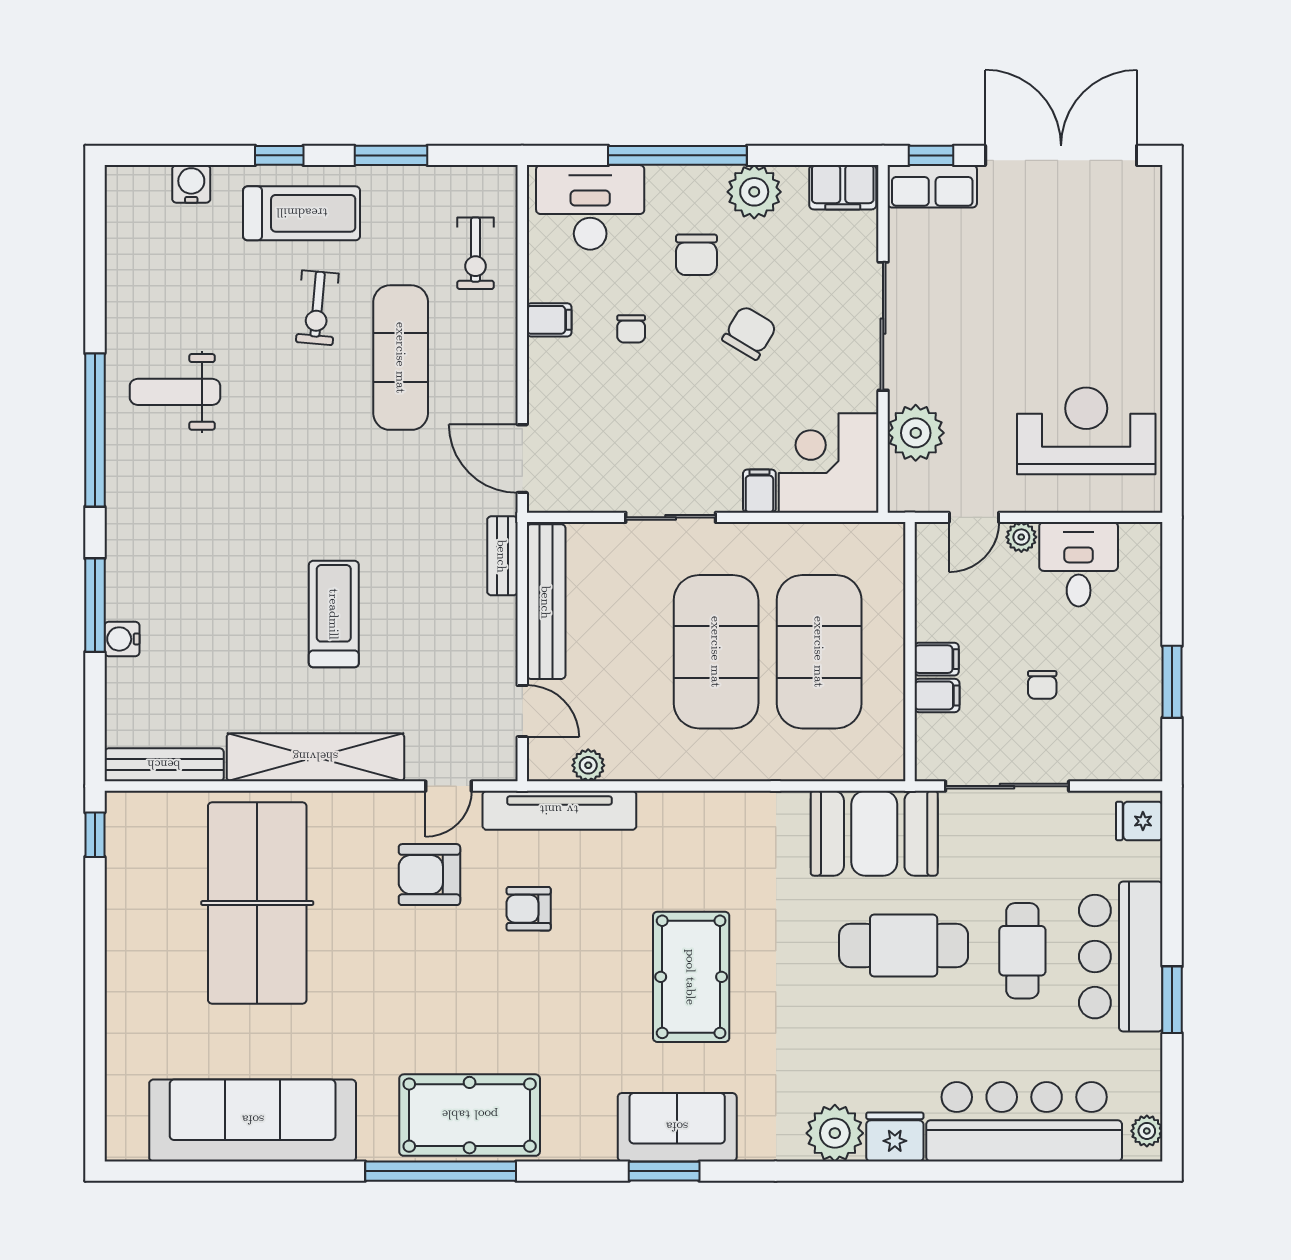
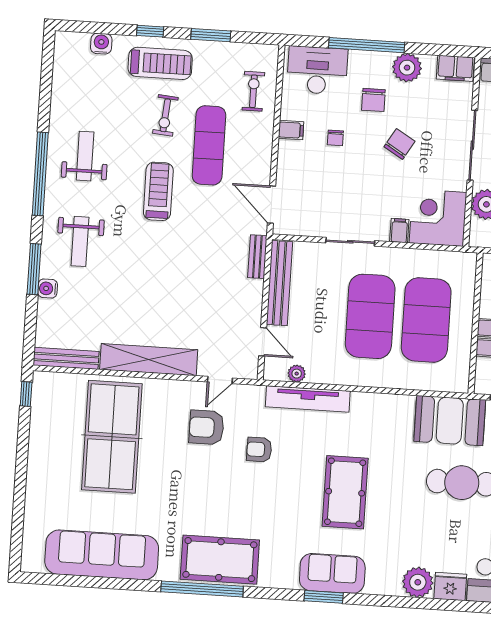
exercise bike: (476, 253) -> (253, 91), turned 180
weight bench: (175, 392) -> (85, 156), turned 90
weight bench: (176, 549) -> (80, 241), added
treadmill: (334, 614) -> (158, 191), moved
tv unit: (559, 810) -> (308, 399), moved

